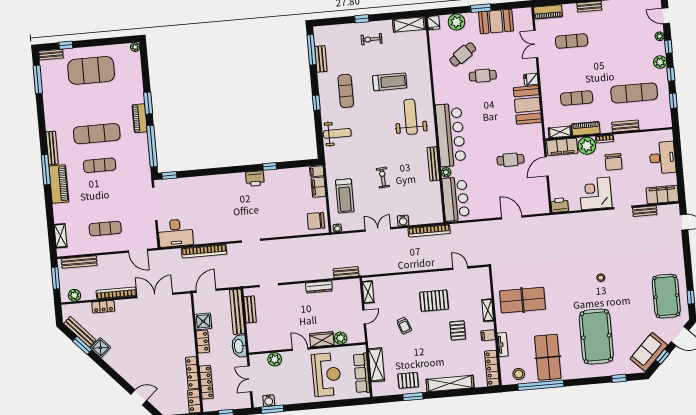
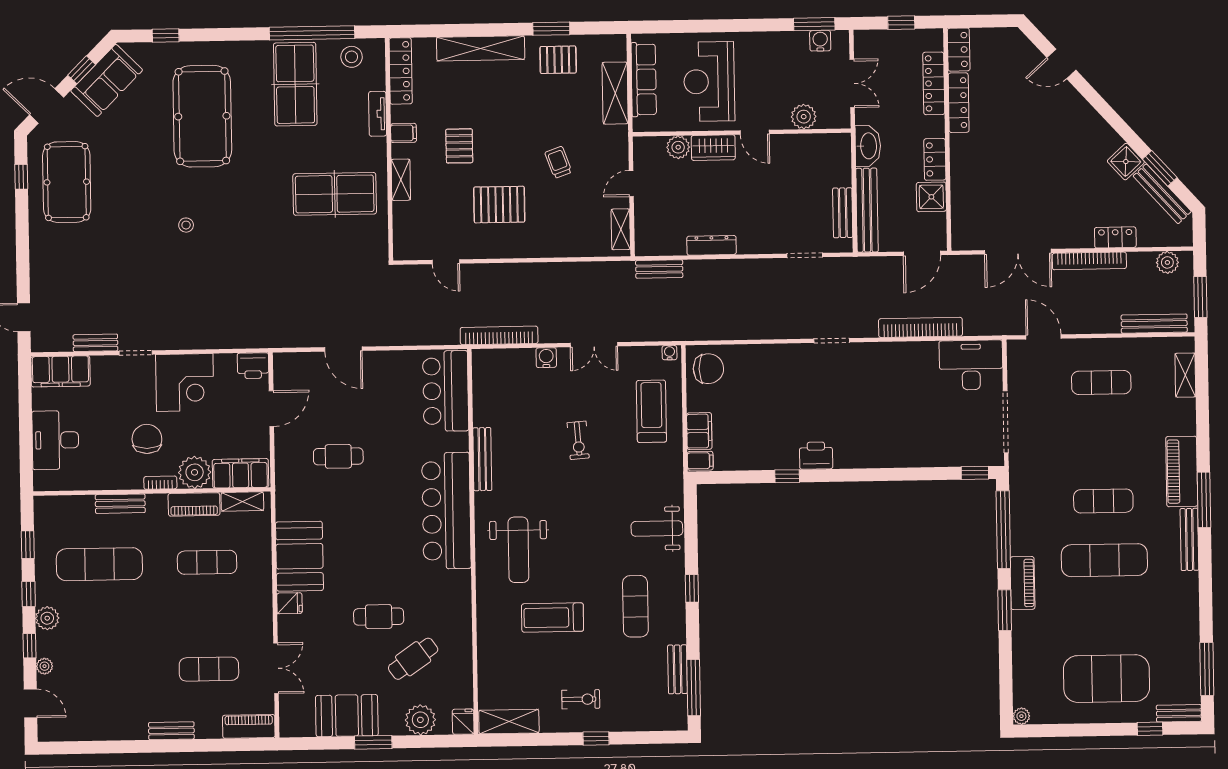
door: (547, 166) -> (271, 409), moved
plant: (446, 172) -> (460, 442), removed

